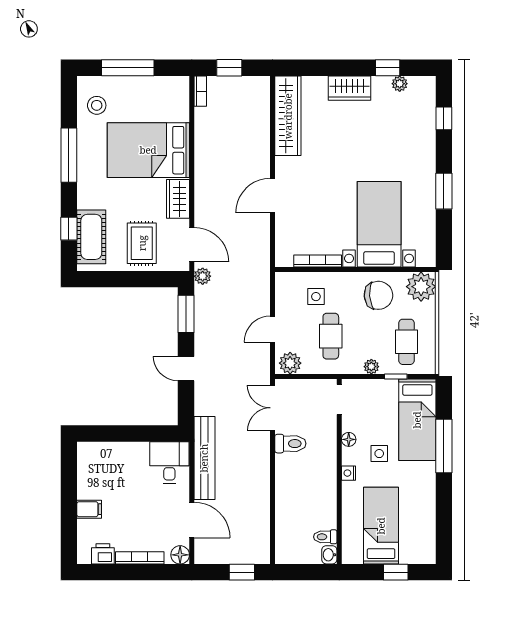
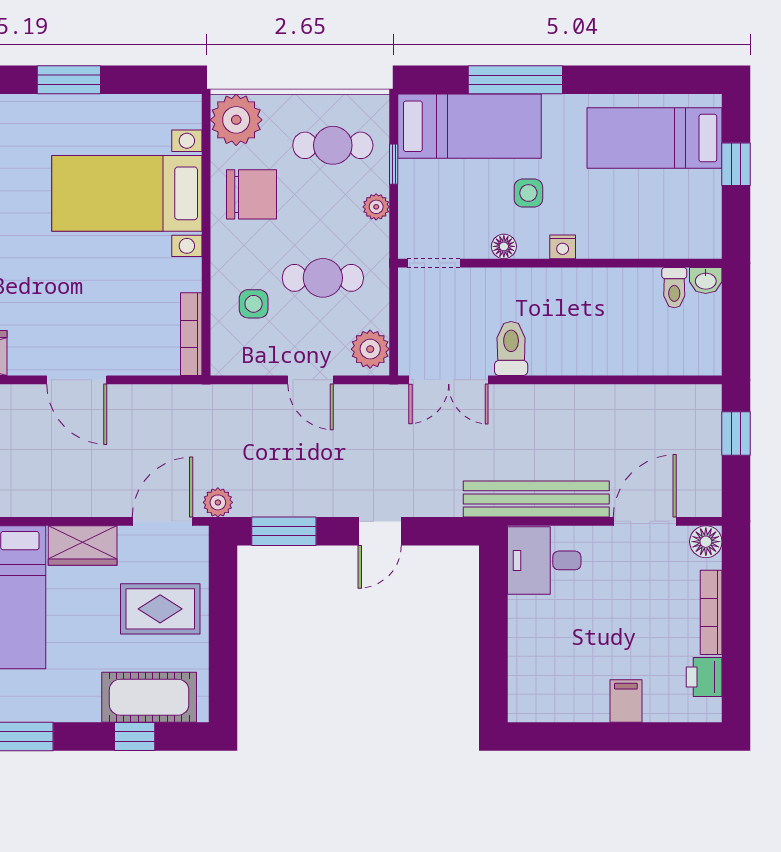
bookcase: (318, 261) -> (191, 334), moved
chair: (378, 295) -> (251, 194), turned 94
bed: (381, 526) -> (655, 138), moved

